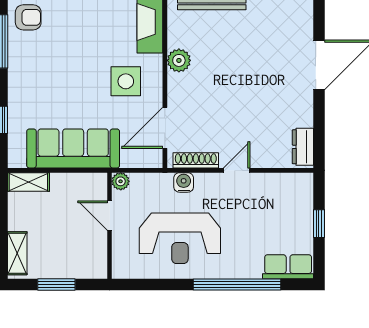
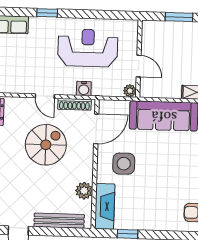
plant: (179, 60) -> (84, 191), moved
spiral stairs: (233, 104) -> (46, 145), added
door: (237, 170) -> (45, 96), hinge flipped
window: (237, 284) -> (47, 13), width x0.32

